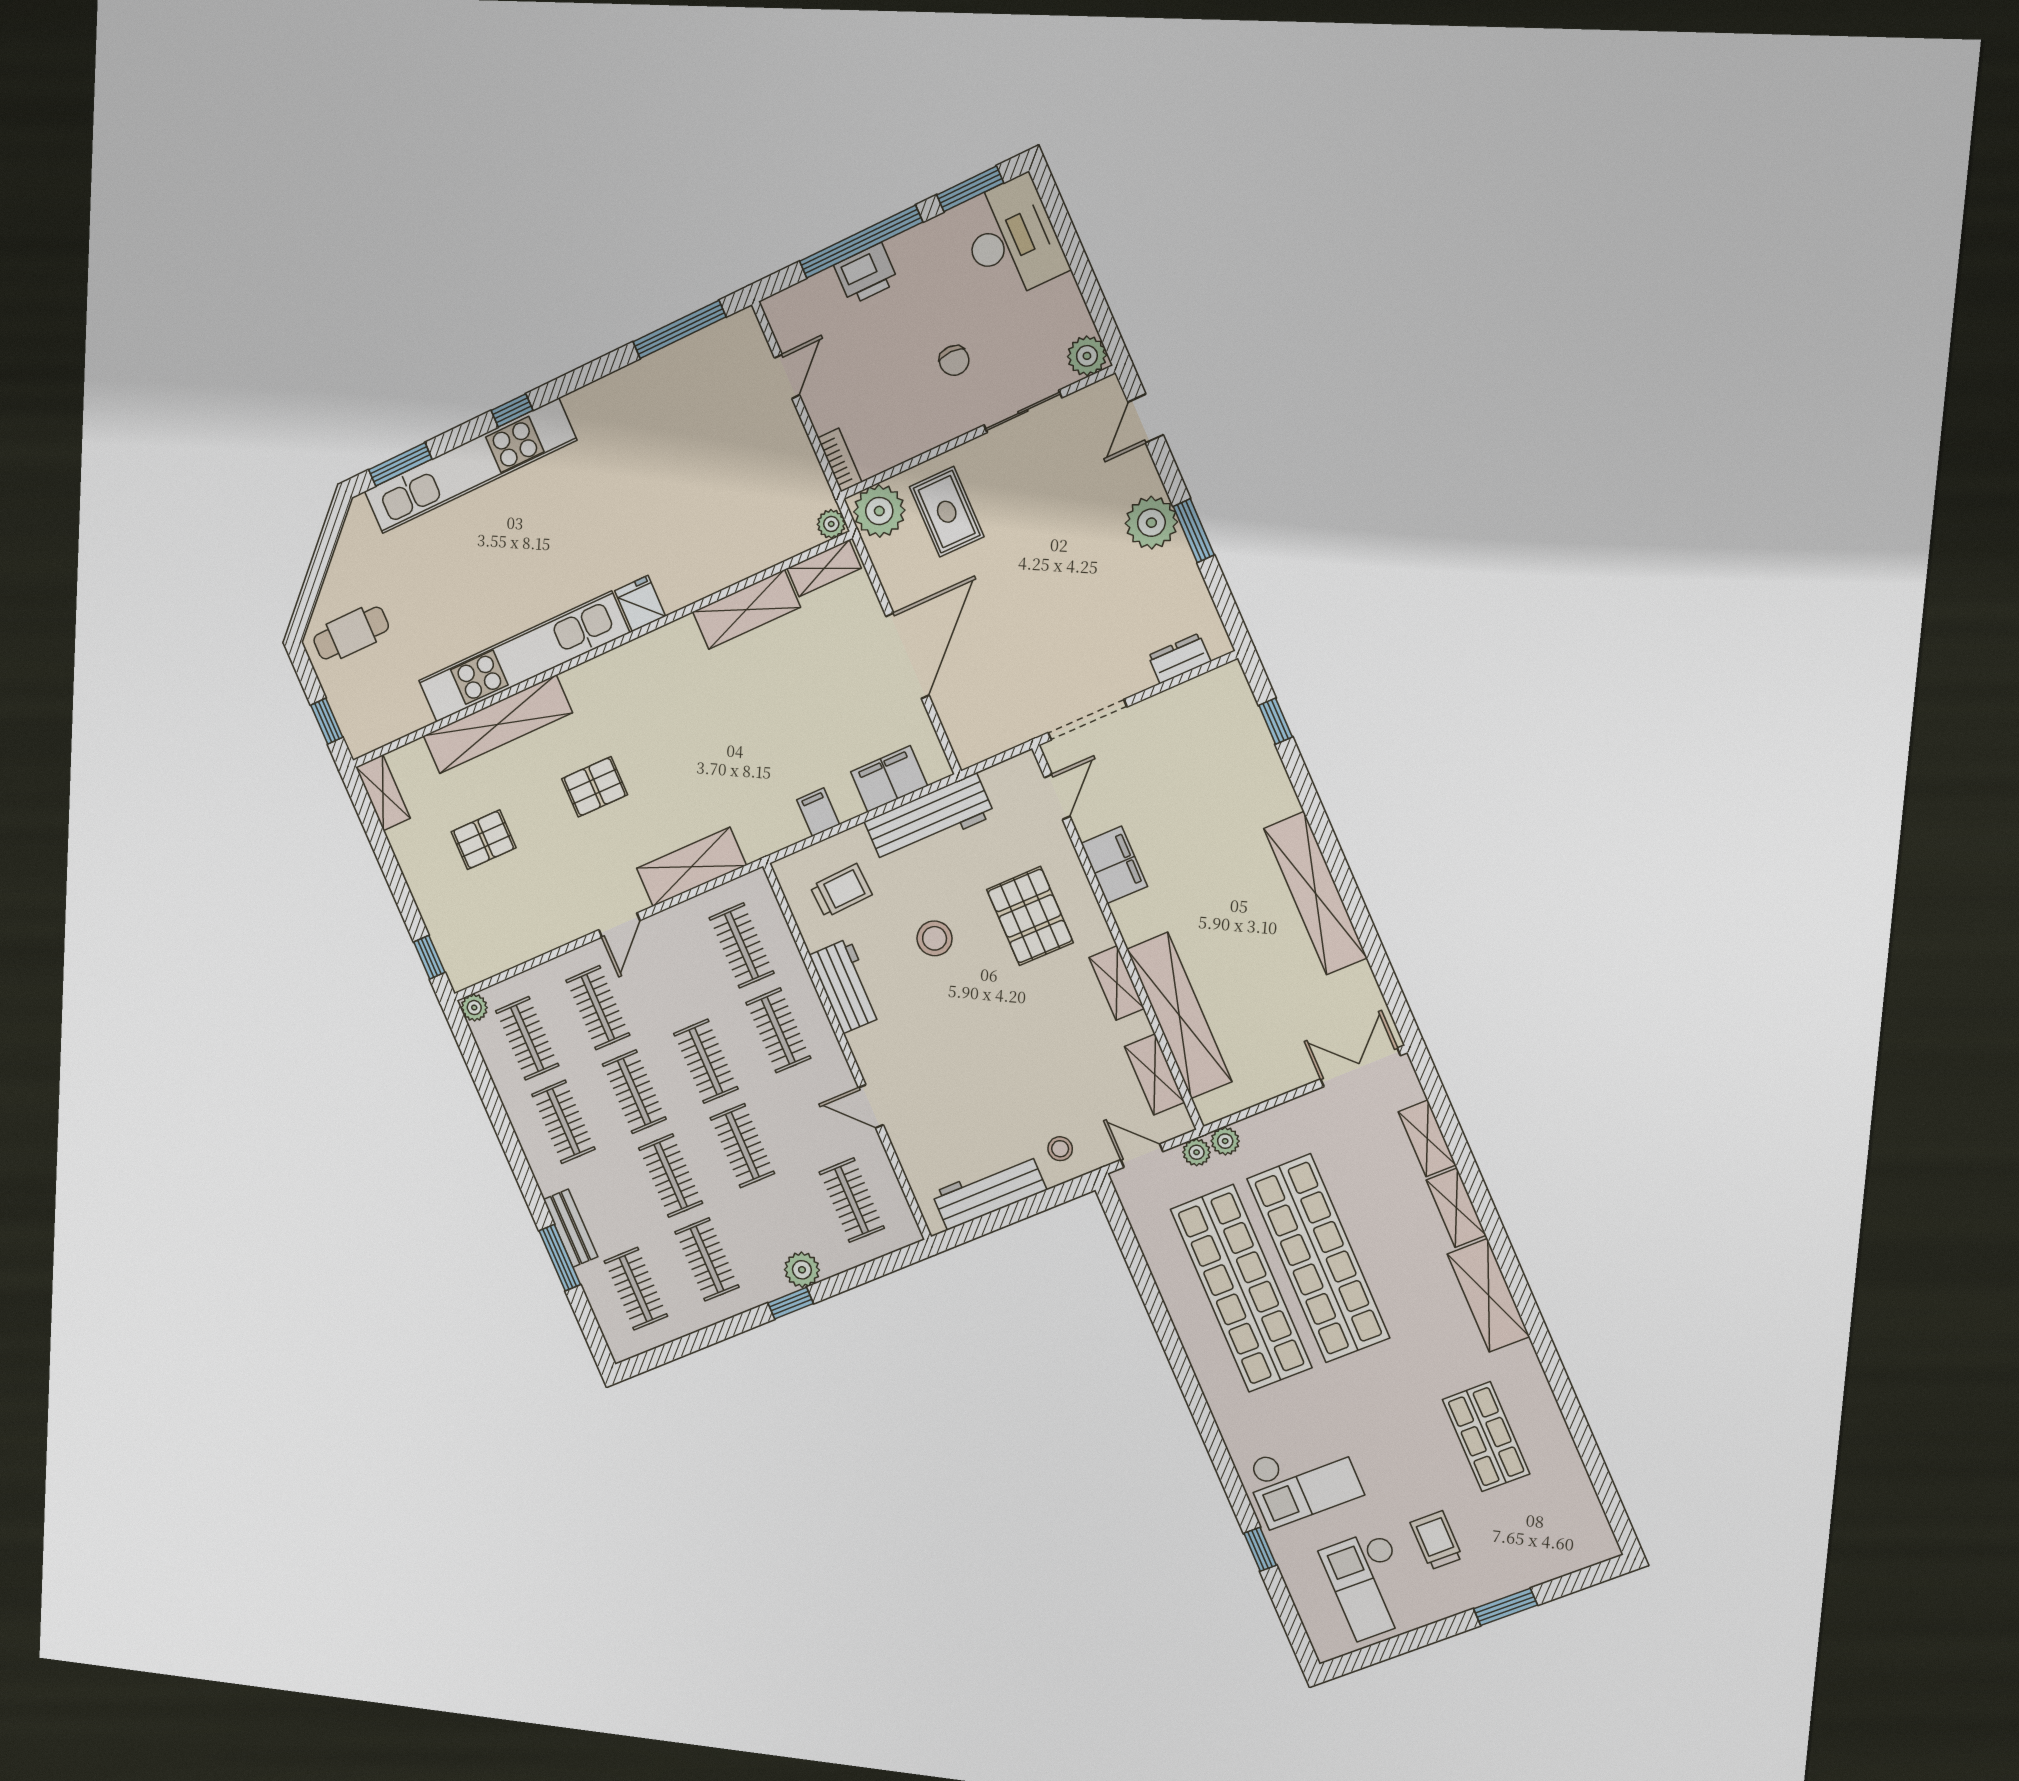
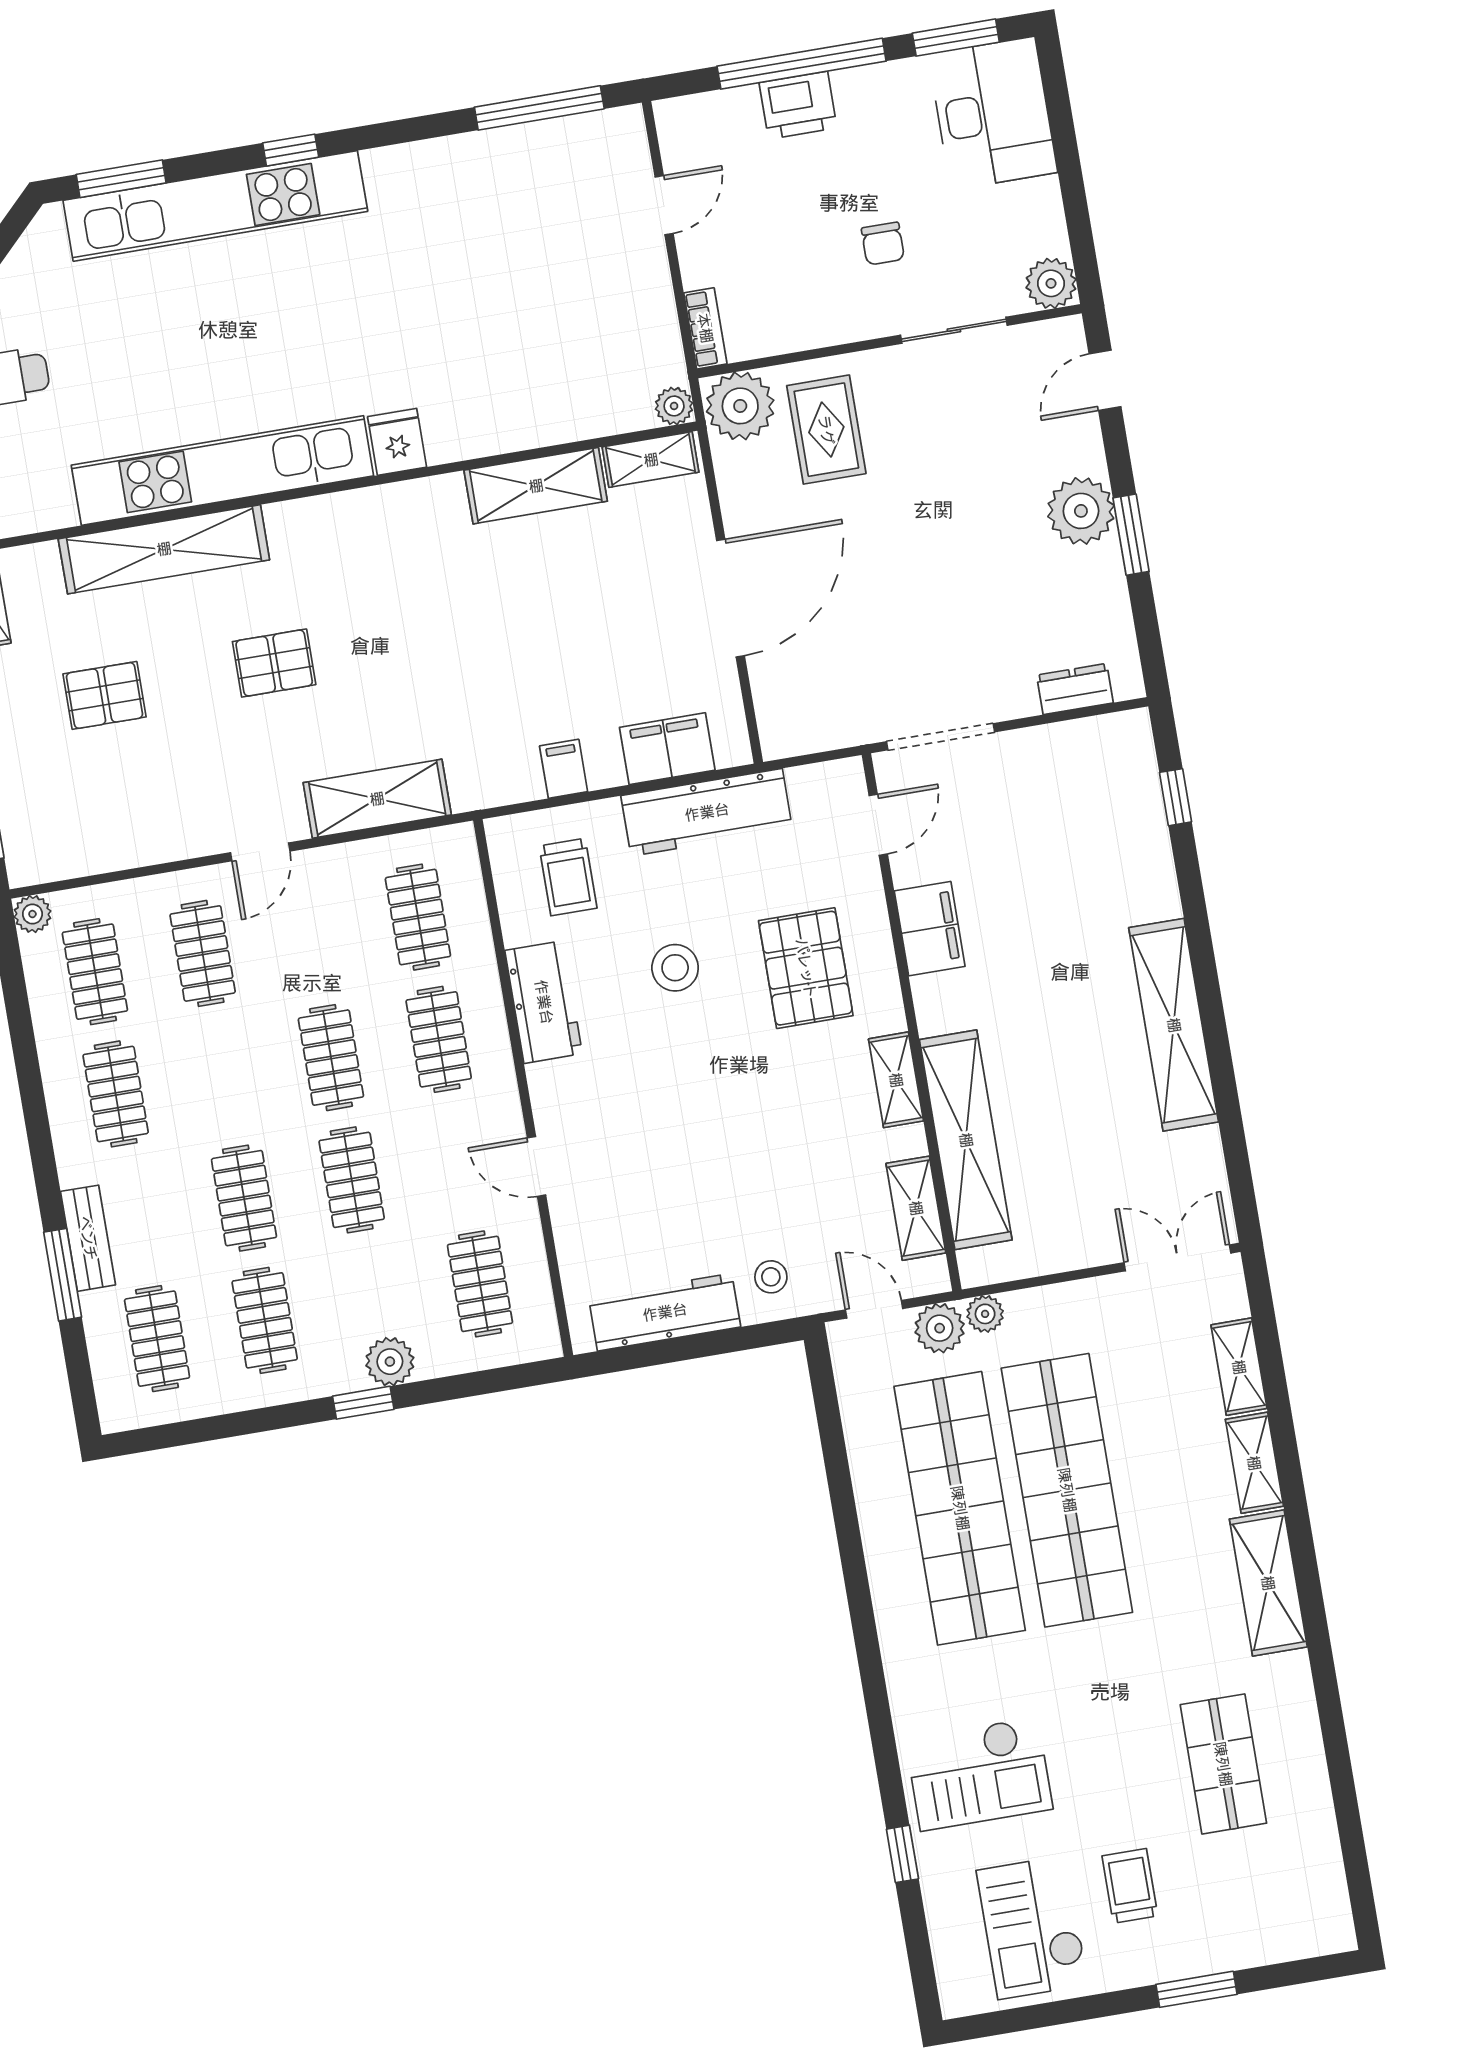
trolley: (841, 891) -> (568, 877), turned 93
clothes rail: (634, 1092) -> (223, 1076), removed
plant: (1197, 1152) -> (940, 1328), width x1.38, depth x1.38

